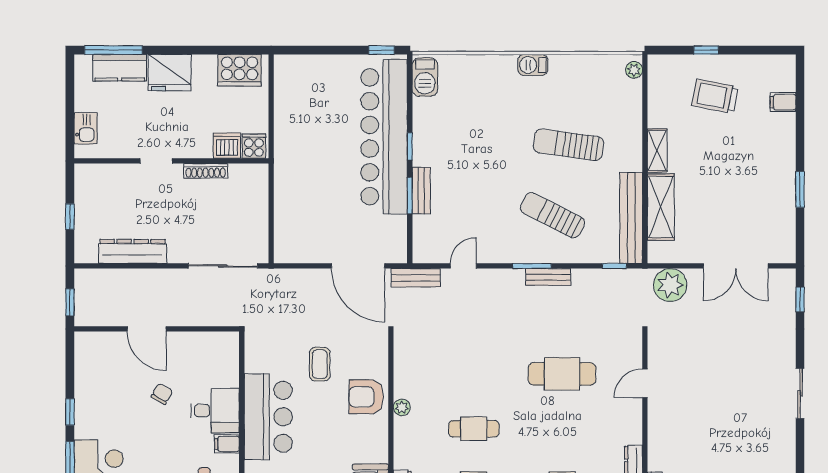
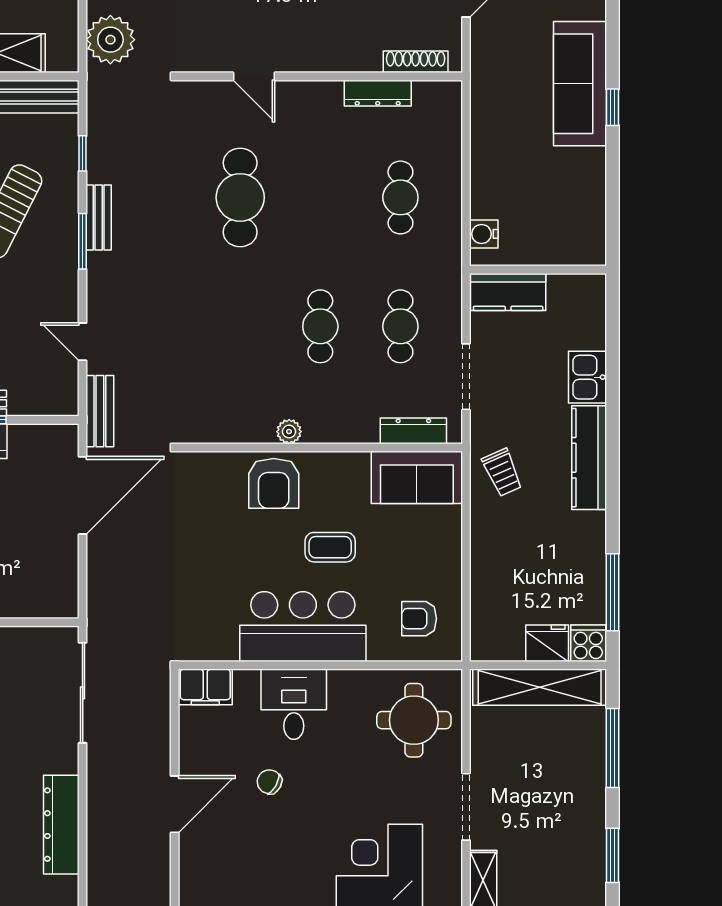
window: (614, 266) -> (83, 153), moved
coffee table: (320, 364) -> (330, 547), moved
filing cabinet: (227, 444) -> (205, 687), moved, width x2.00

